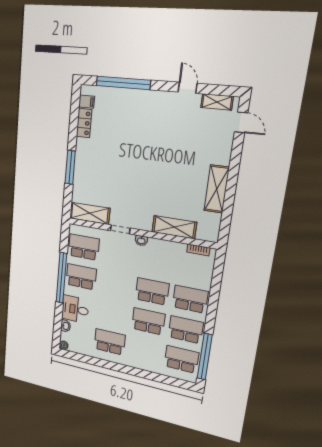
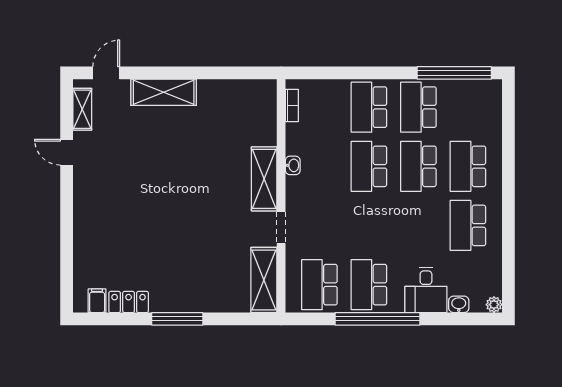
window: (123, 83) -> (67, 247), removed
door: (188, 88) -> (67, 152), hinge flipped
window: (70, 167) -> (177, 319), moved
shelving: (217, 189) -> (164, 92), moved
shelving: (174, 227) -> (264, 179), moved
washbasin: (141, 241) -> (293, 165), moved
school desk: (181, 359) -> (468, 166), moved

